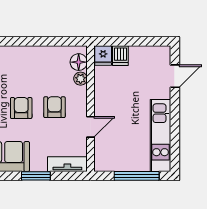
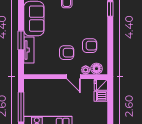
armchair: (21, 108) -> (90, 46), moved
door: (91, 127) -> (74, 77), moved
tv unit: (67, 164) -> (29, 50), moved

